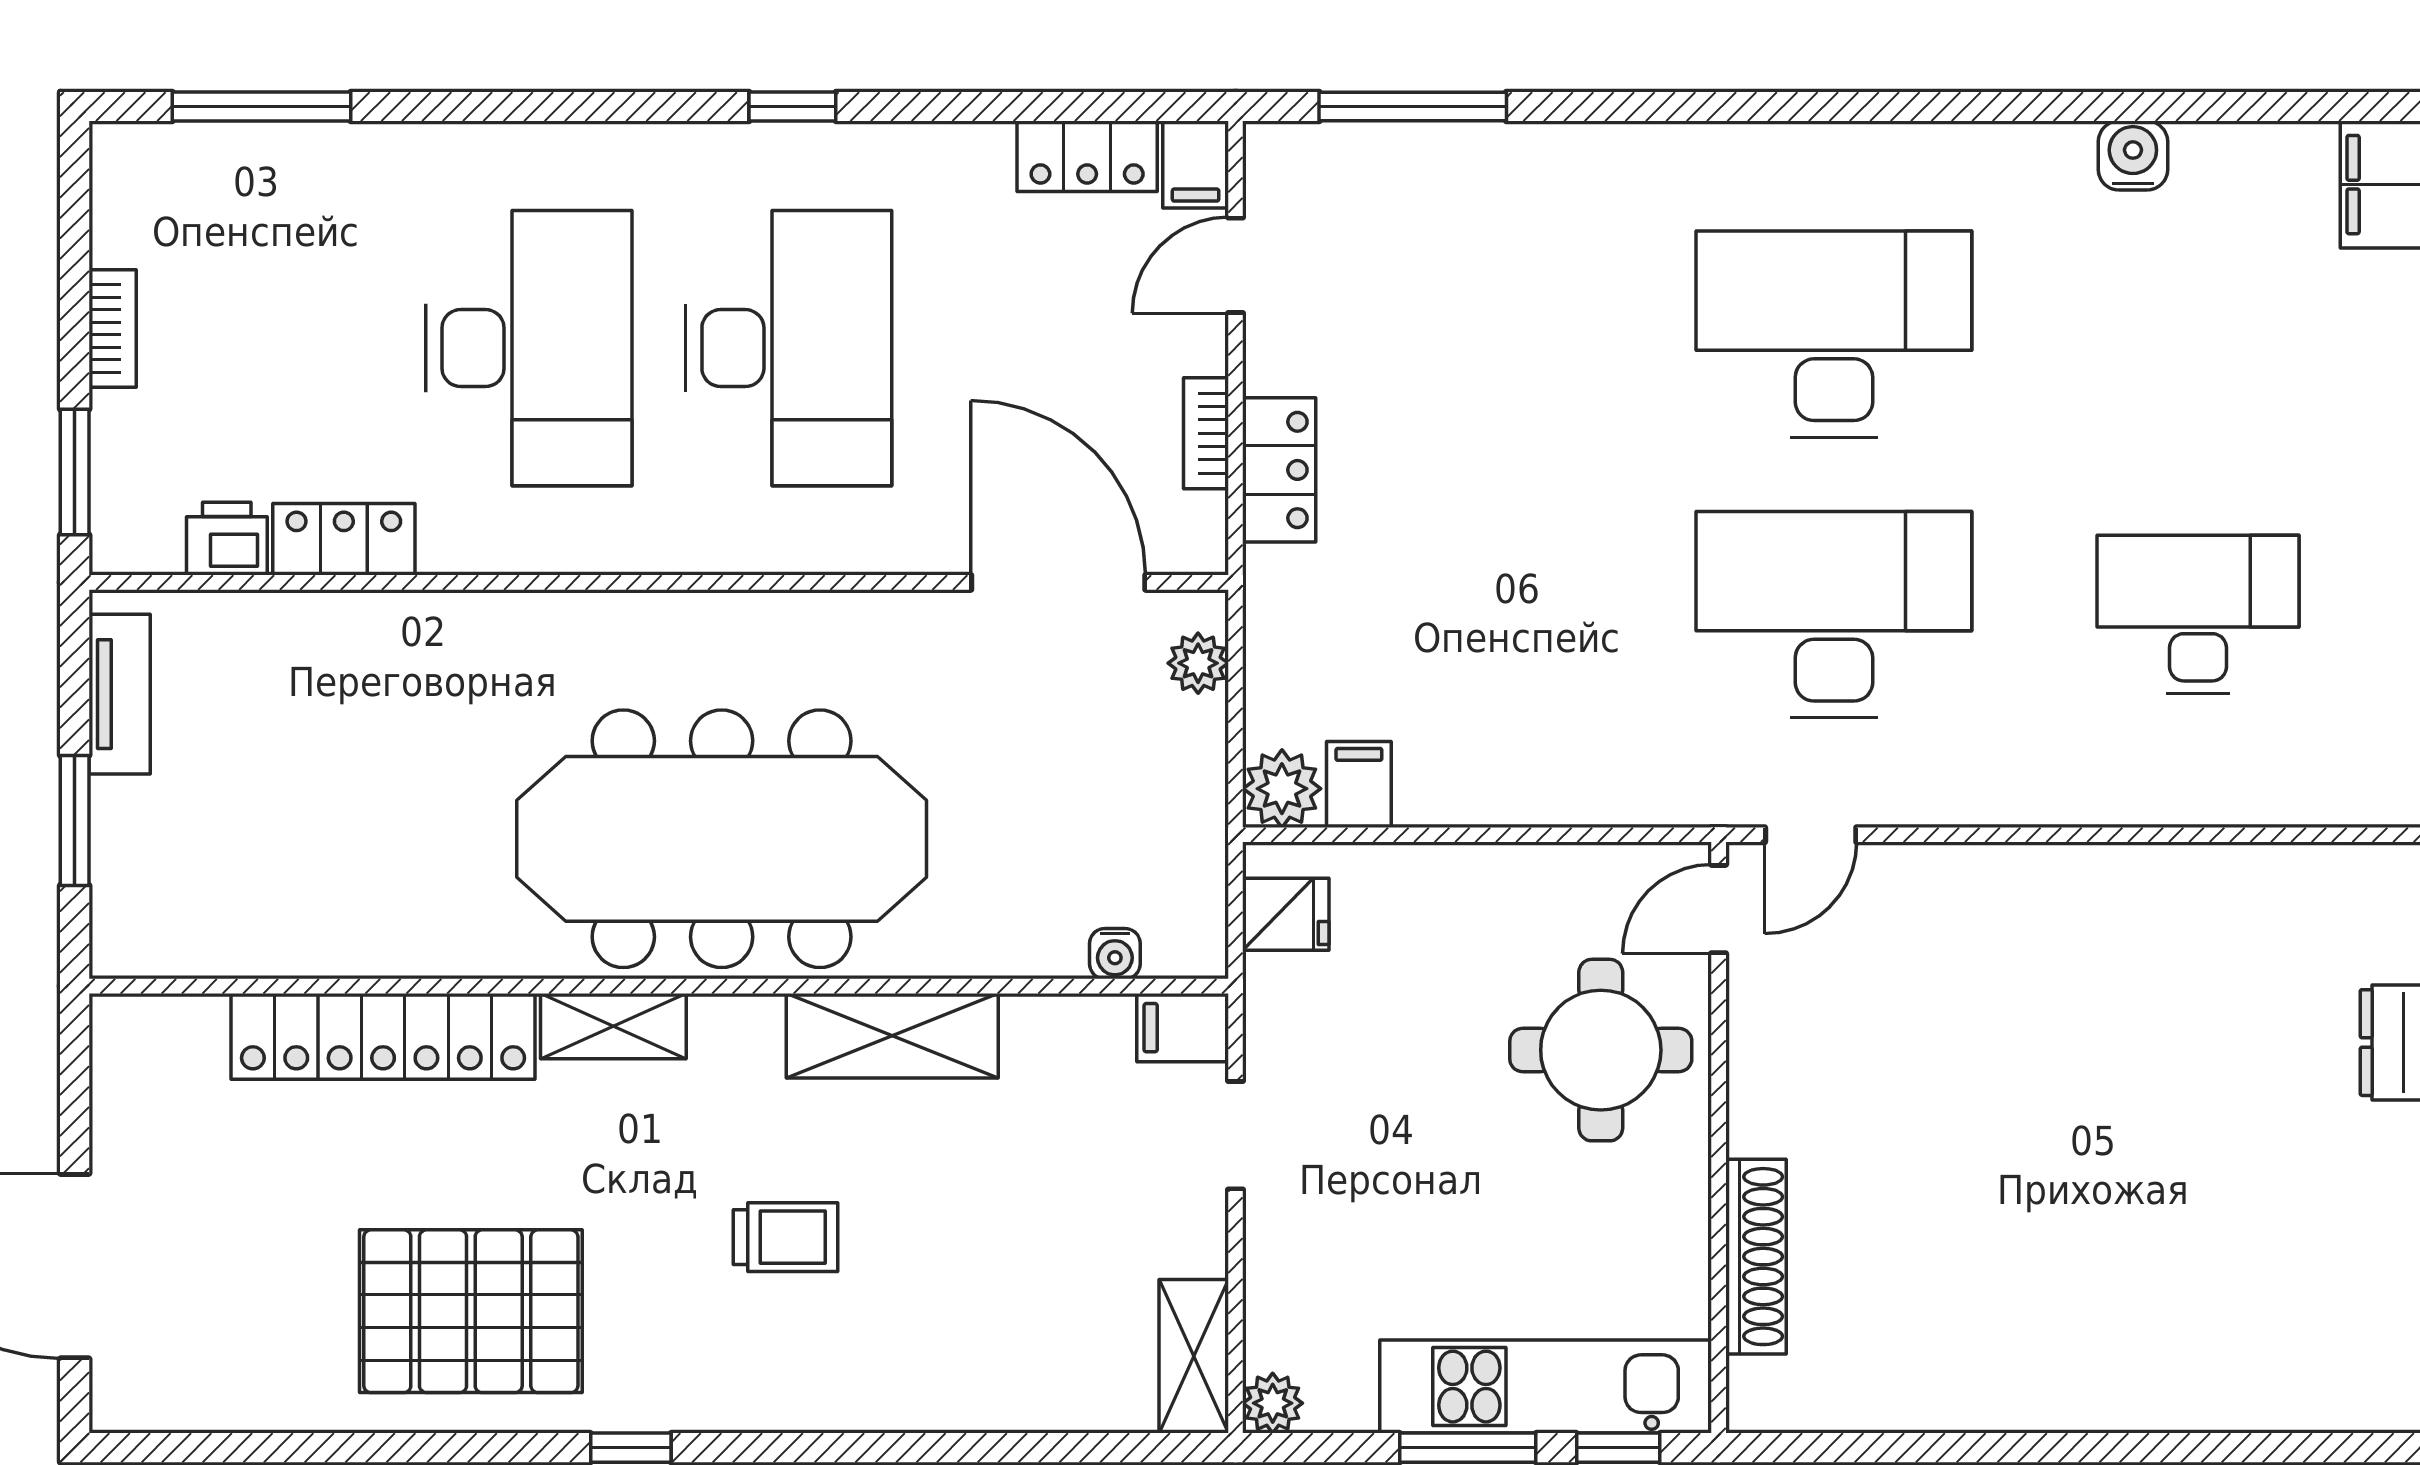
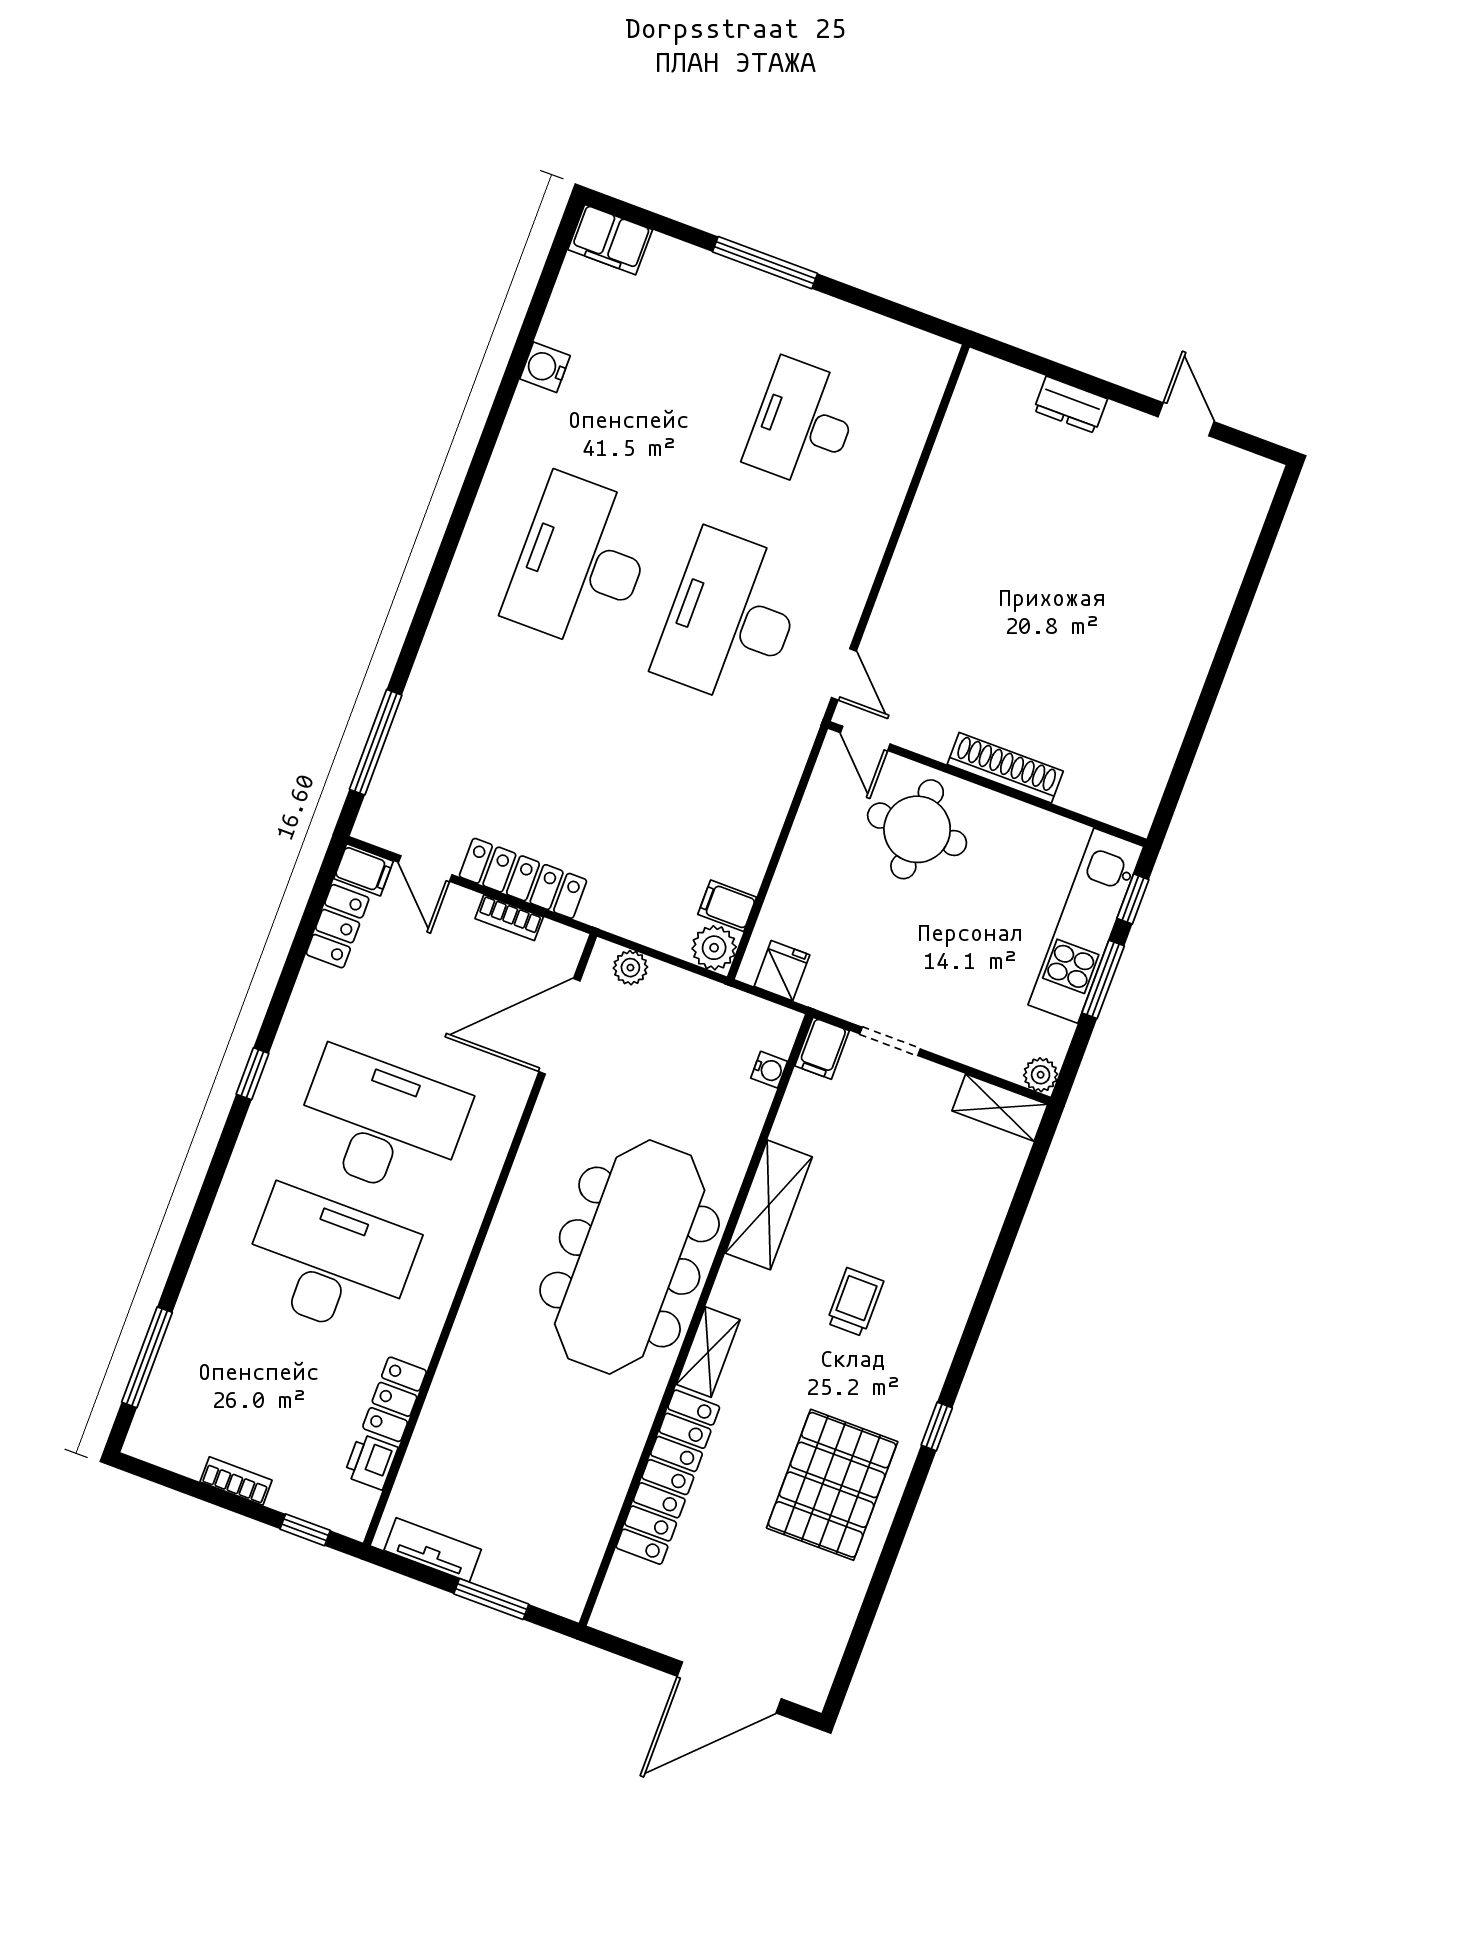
locker: (1279, 470) -> (523, 878), width x1.53
window: (75, 472) -> (305, 1530), width x0.67
shoe rack: (1756, 1257) -> (1005, 768), moved

